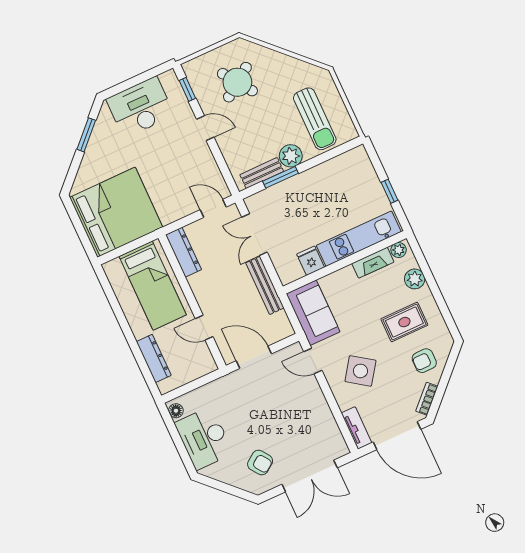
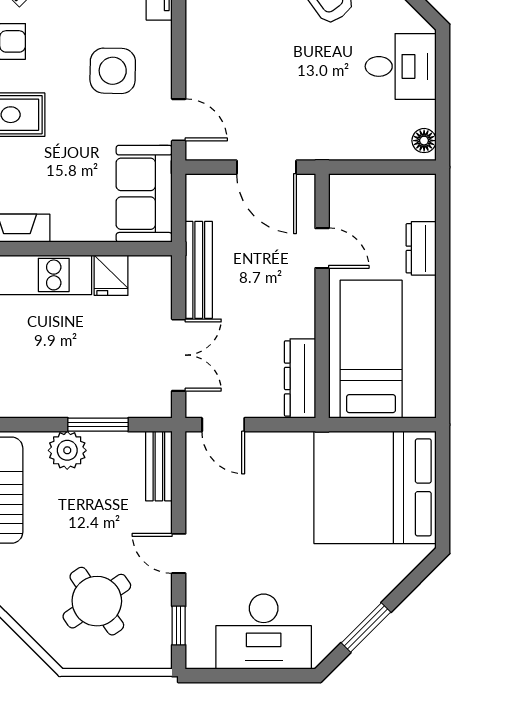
bench: (262, 173) -> (159, 466), moved, turned 90
dresser: (154, 358) -> (421, 248), width x0.70
side table: (360, 371) -> (113, 71), turned -34
desk: (204, 438) -> (401, 66), width x0.73

